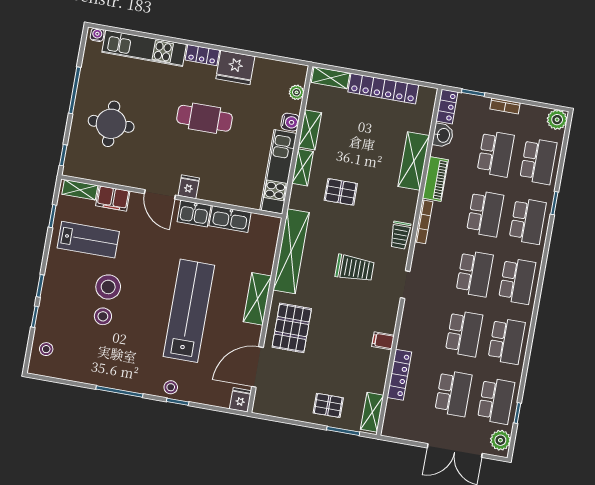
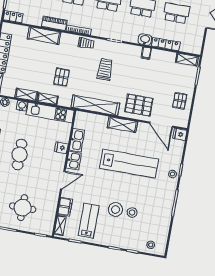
washbasin: (443, 135) -> (145, 40), moved
fridge: (189, 187) -> (61, 148), moved
lab bench: (189, 311) -> (129, 164), turned 180
pallet: (328, 405) -> (180, 101), moved

